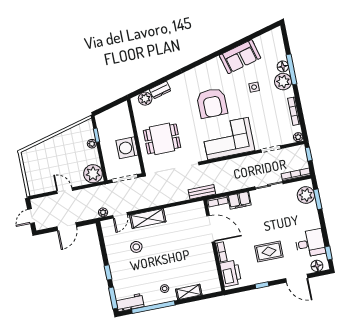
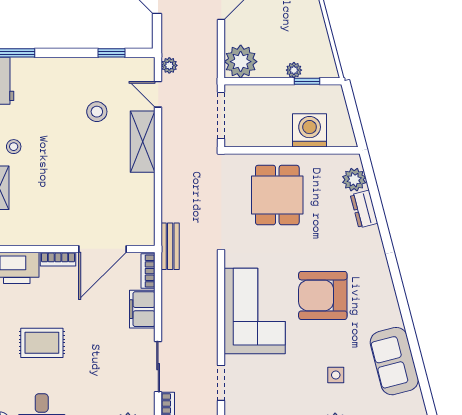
washing machine: (127, 148) -> (310, 130), moved
rug: (269, 251) -> (42, 343), turned 90
window: (108, 272) -> (112, 53), moved

